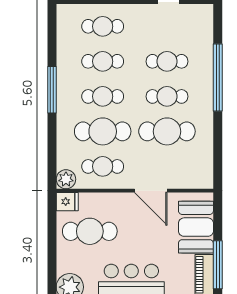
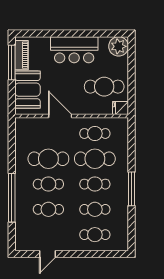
plant: (66, 179) -> (121, 124), removed

